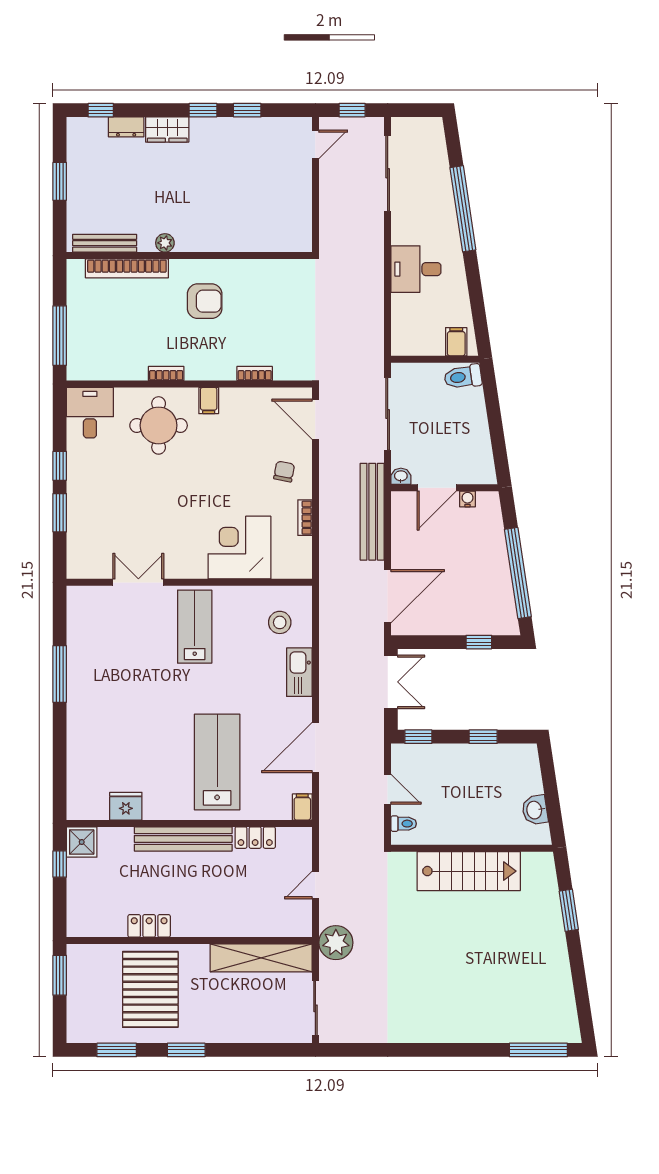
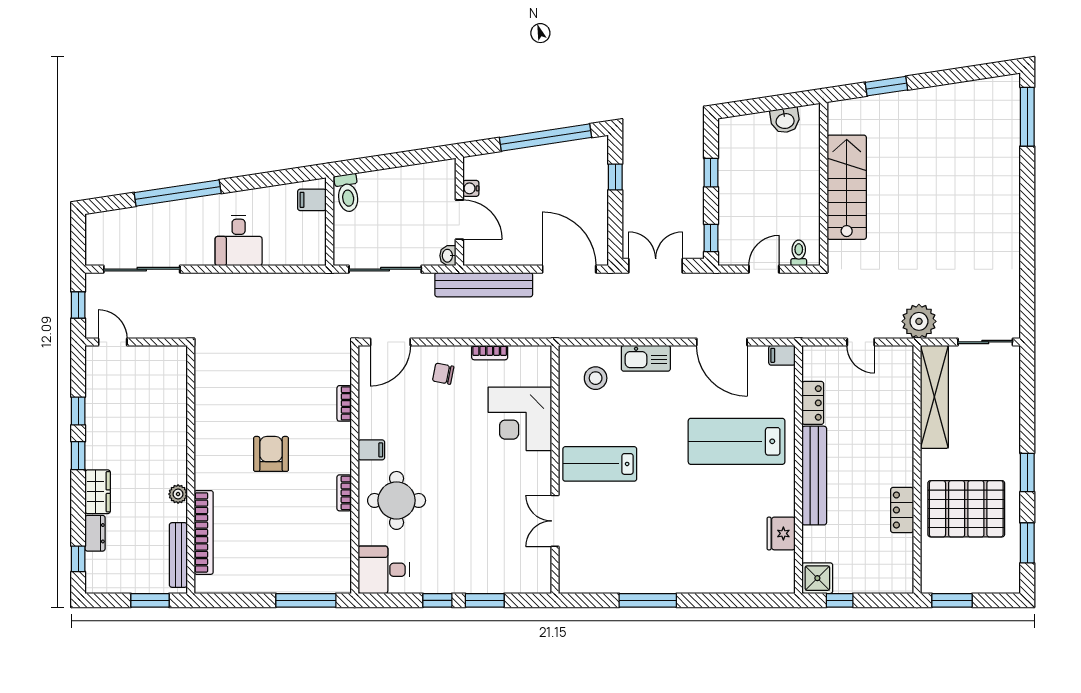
bench: (105, 243) -> (178, 555), moved
plant: (165, 243) -> (178, 494), moved
wall: (189, 256) -> (191, 469), moved
bookcase: (127, 268) -> (204, 532), moved

